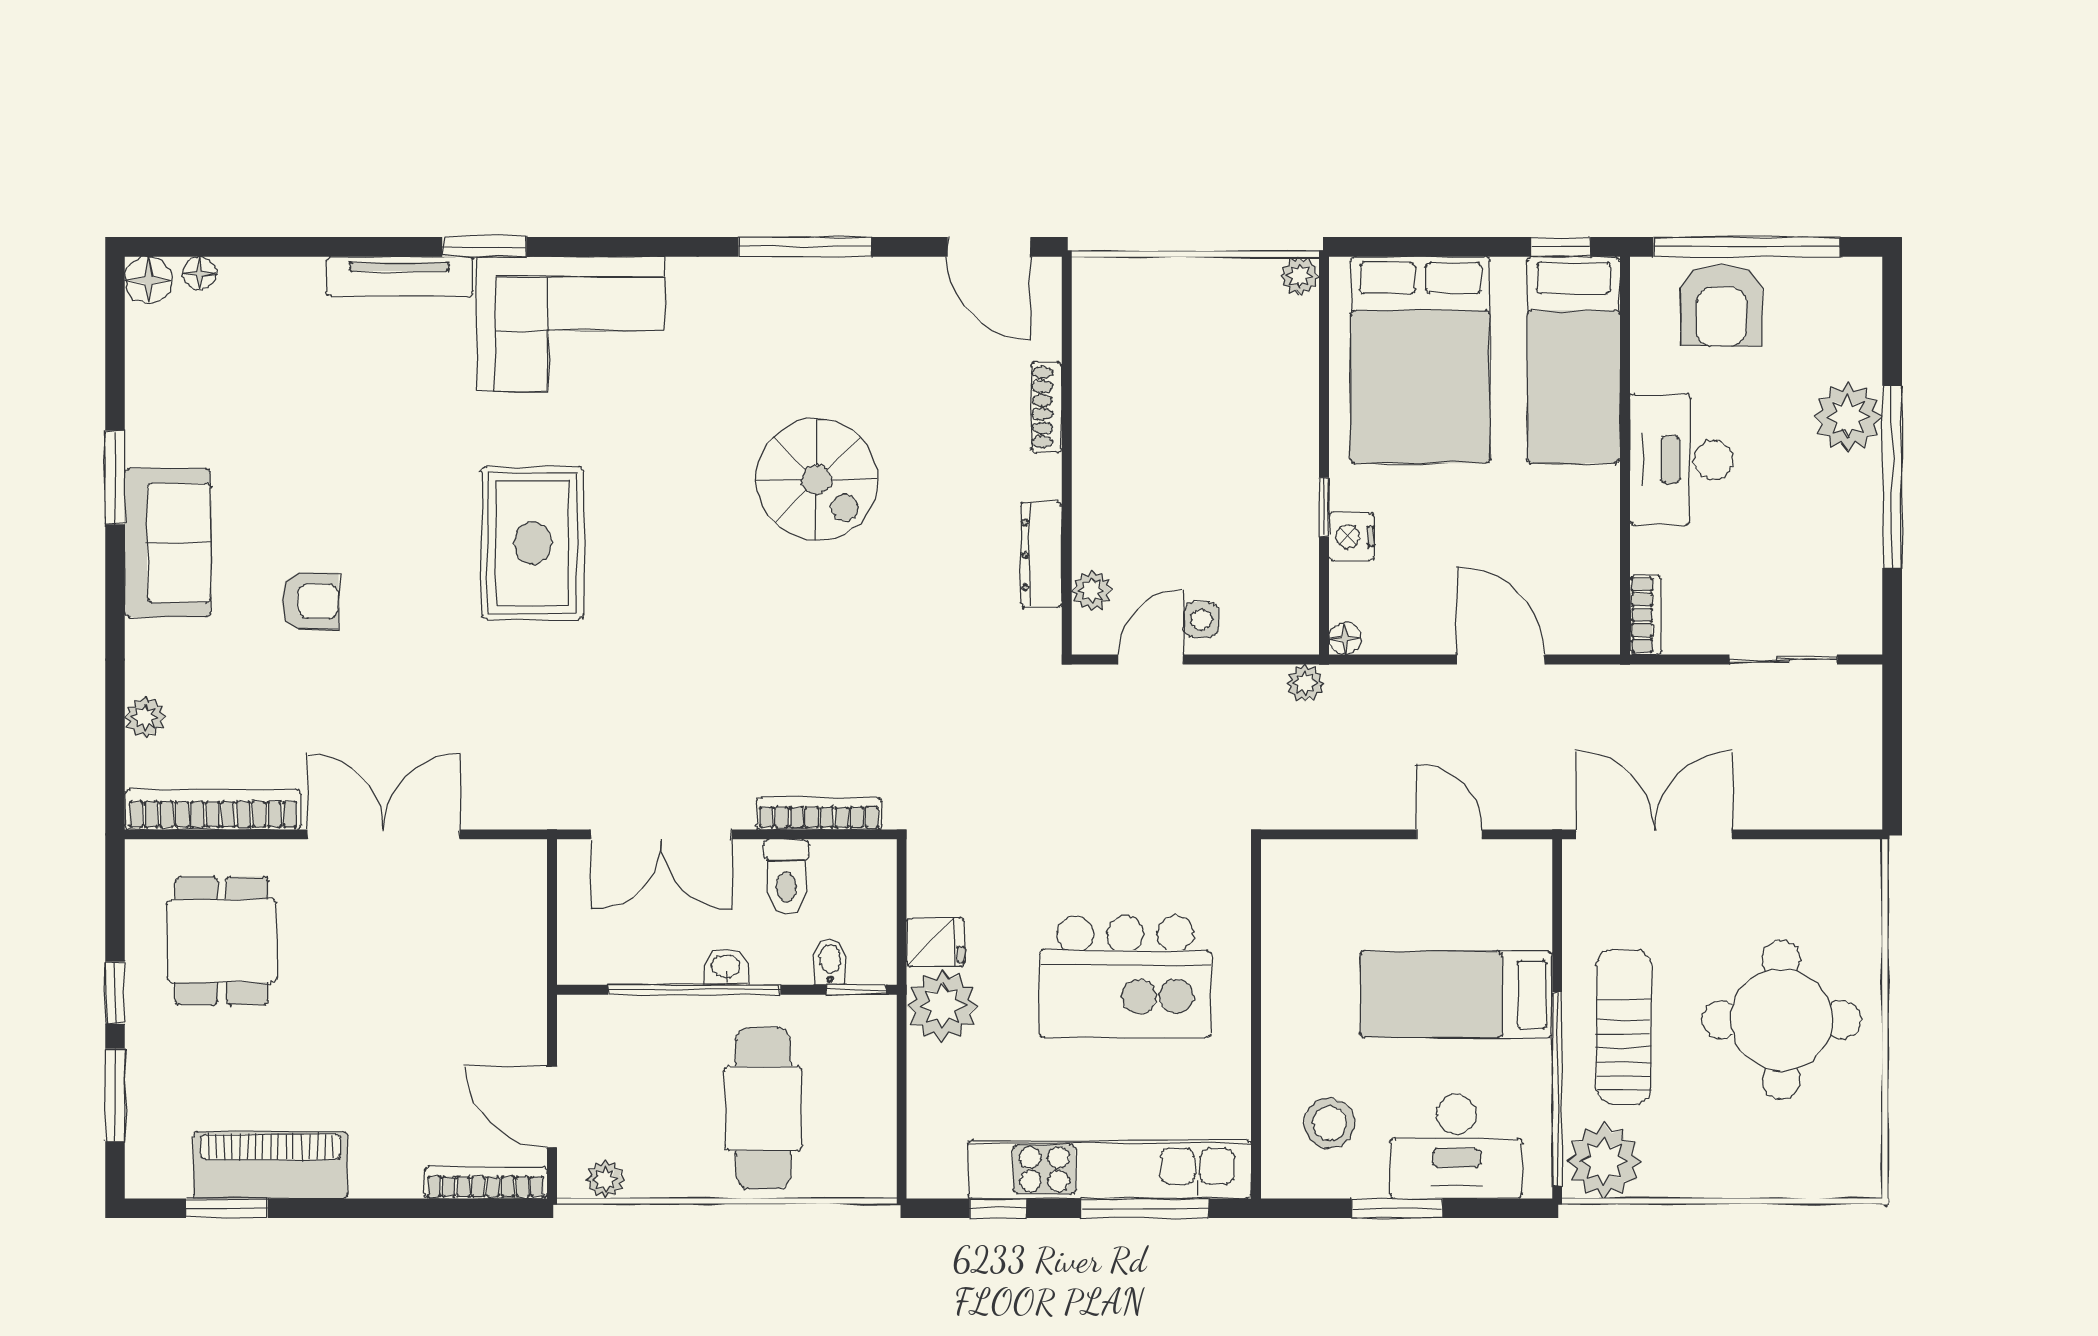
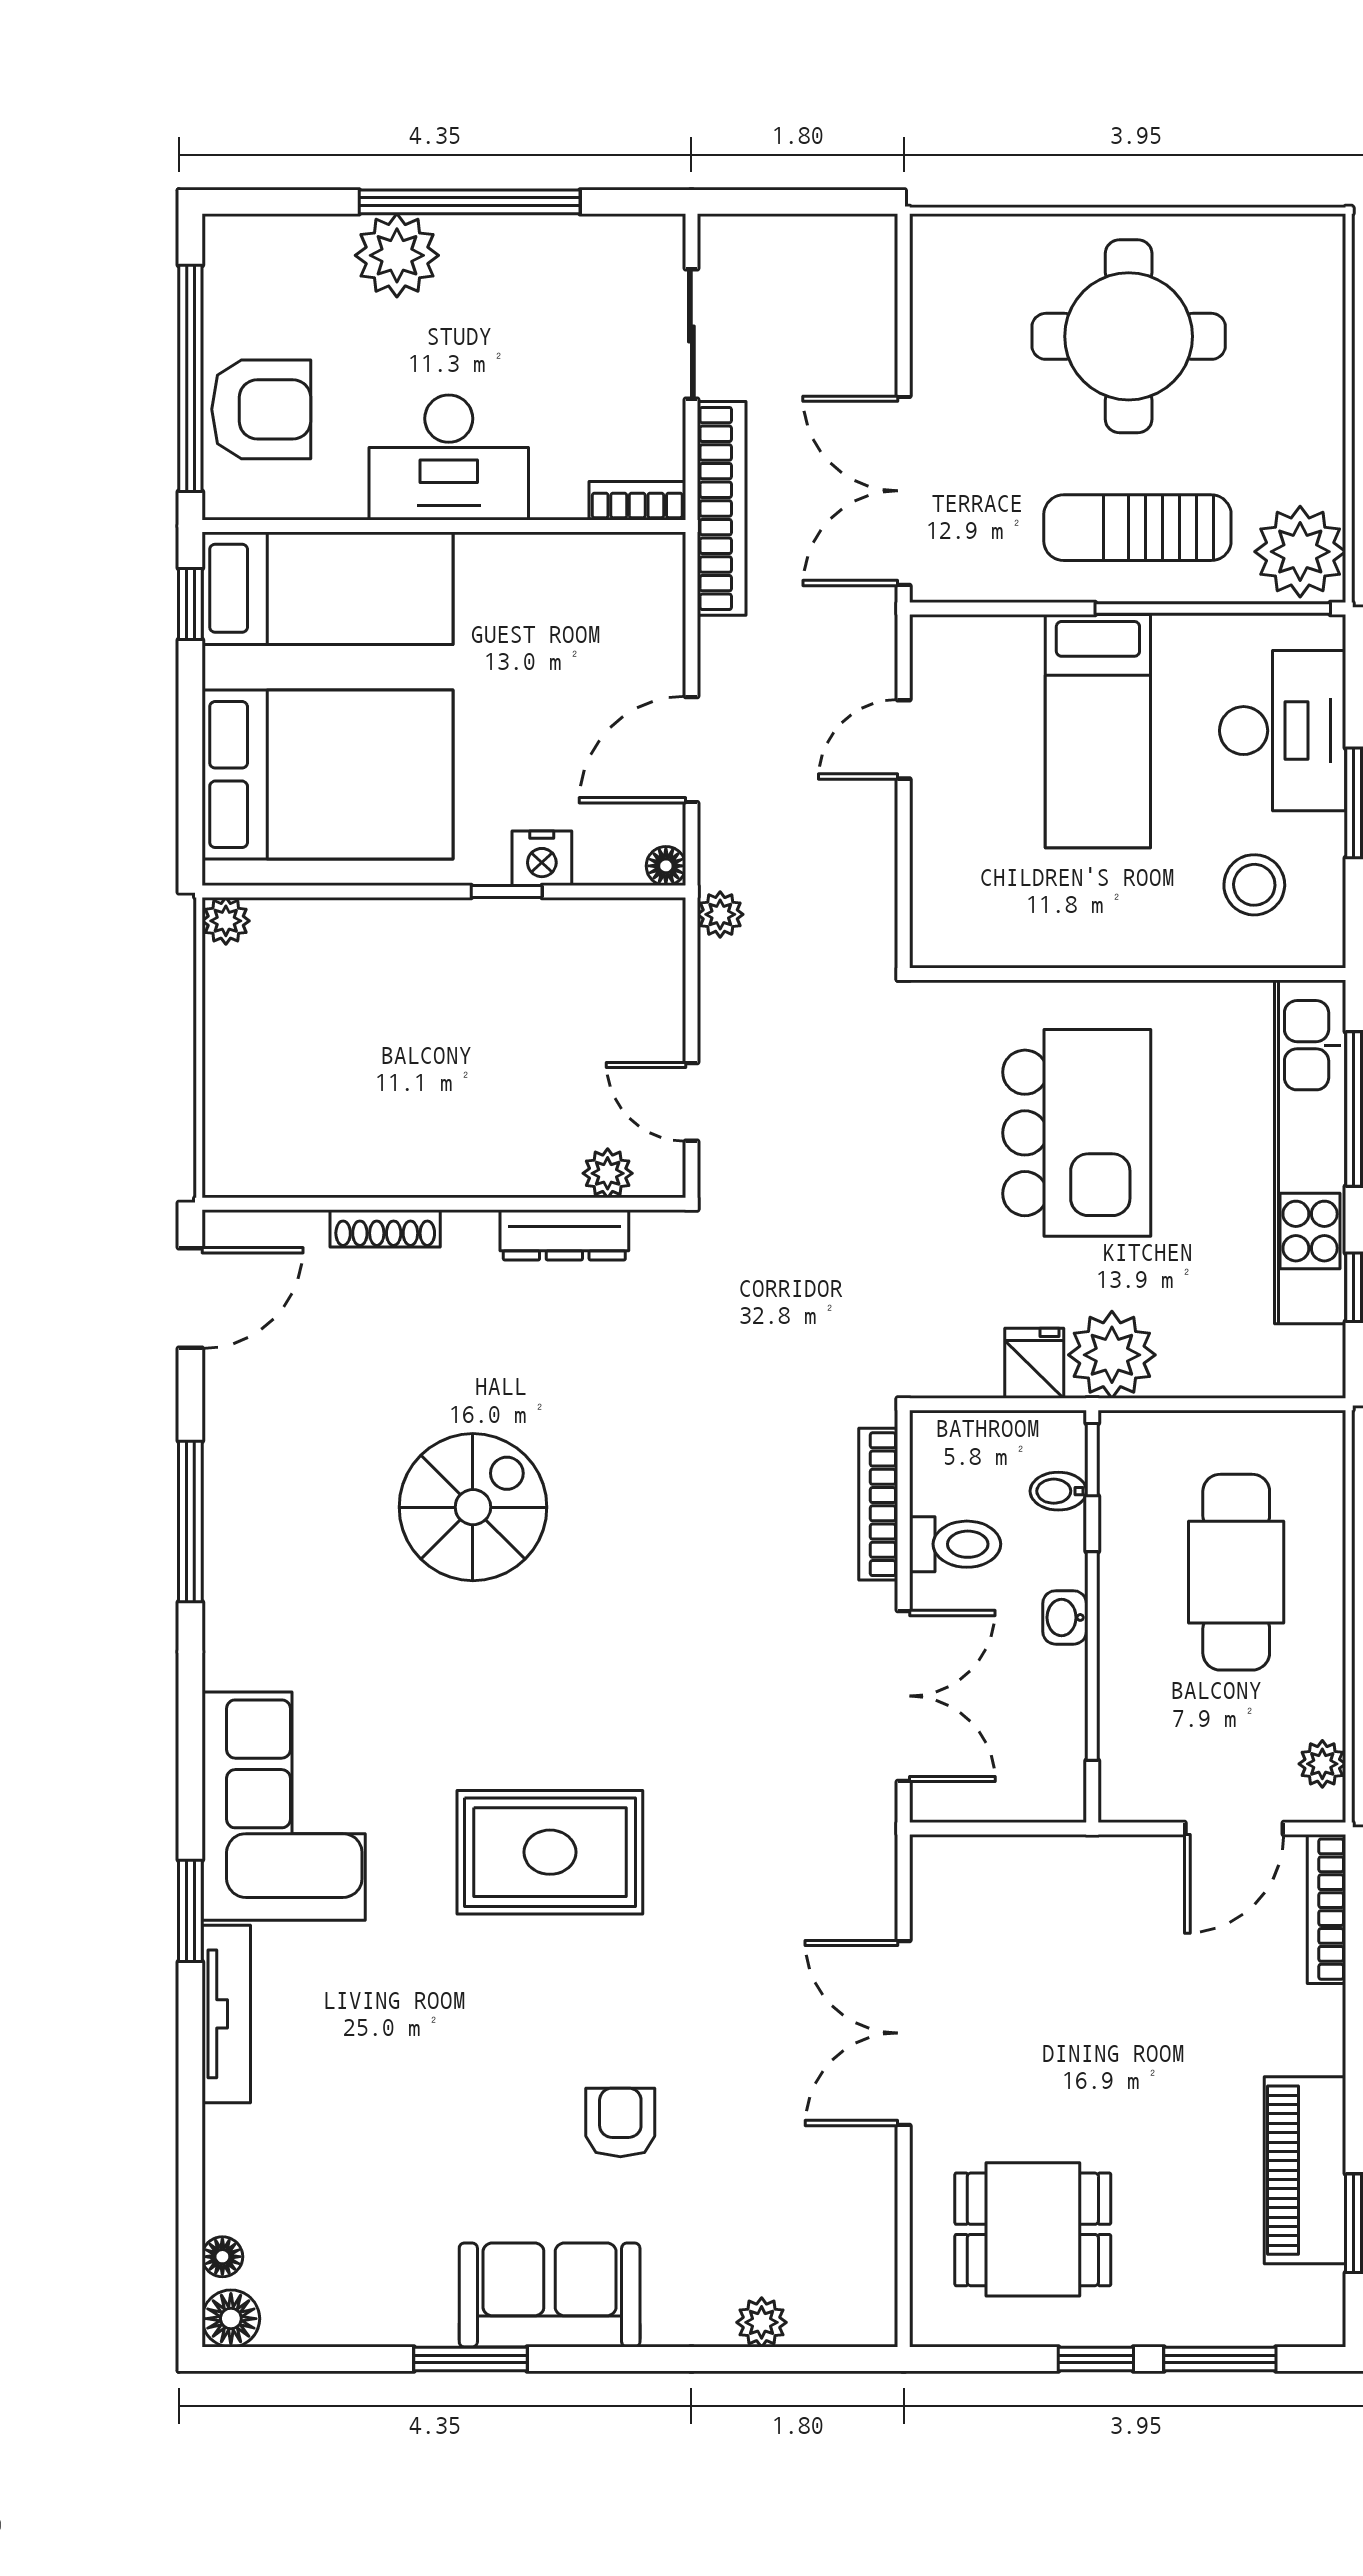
side table: (1201, 620) -> (643, 1040), removed
door: (1501, 660) -> (691, 750), moved
bookcase: (213, 810) -> (722, 508), moved, turned 180
cafe table: (763, 1108) -> (1236, 1572), turned 90

